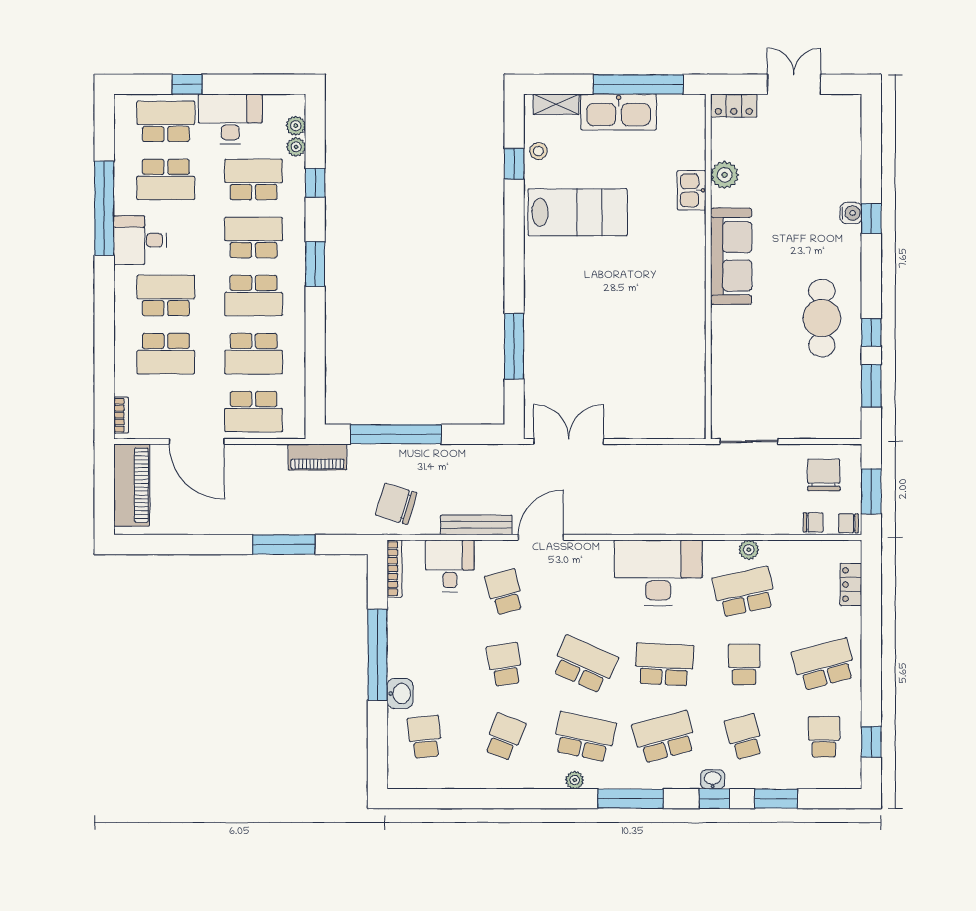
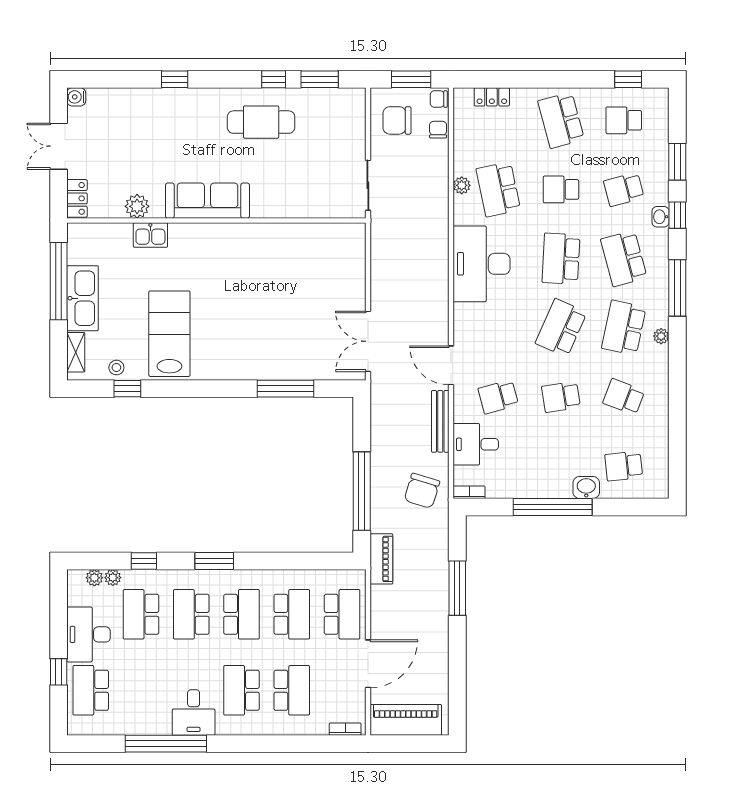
school desk: (166, 179) -> (141, 690), removed
water cooler: (851, 213) -> (76, 97), moved, turned -90
chair: (848, 523) -> (439, 99), turned 90
bookcase: (394, 569) -> (469, 492), width x0.64

